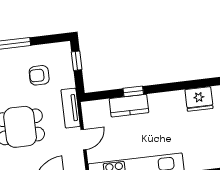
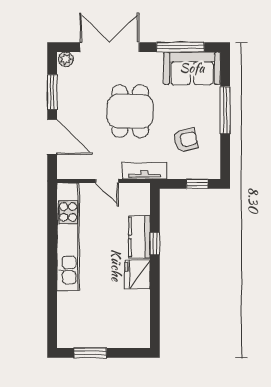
armchair: (39, 75) -> (186, 140), turned 77
fridge: (199, 99) -> (137, 274), moved

